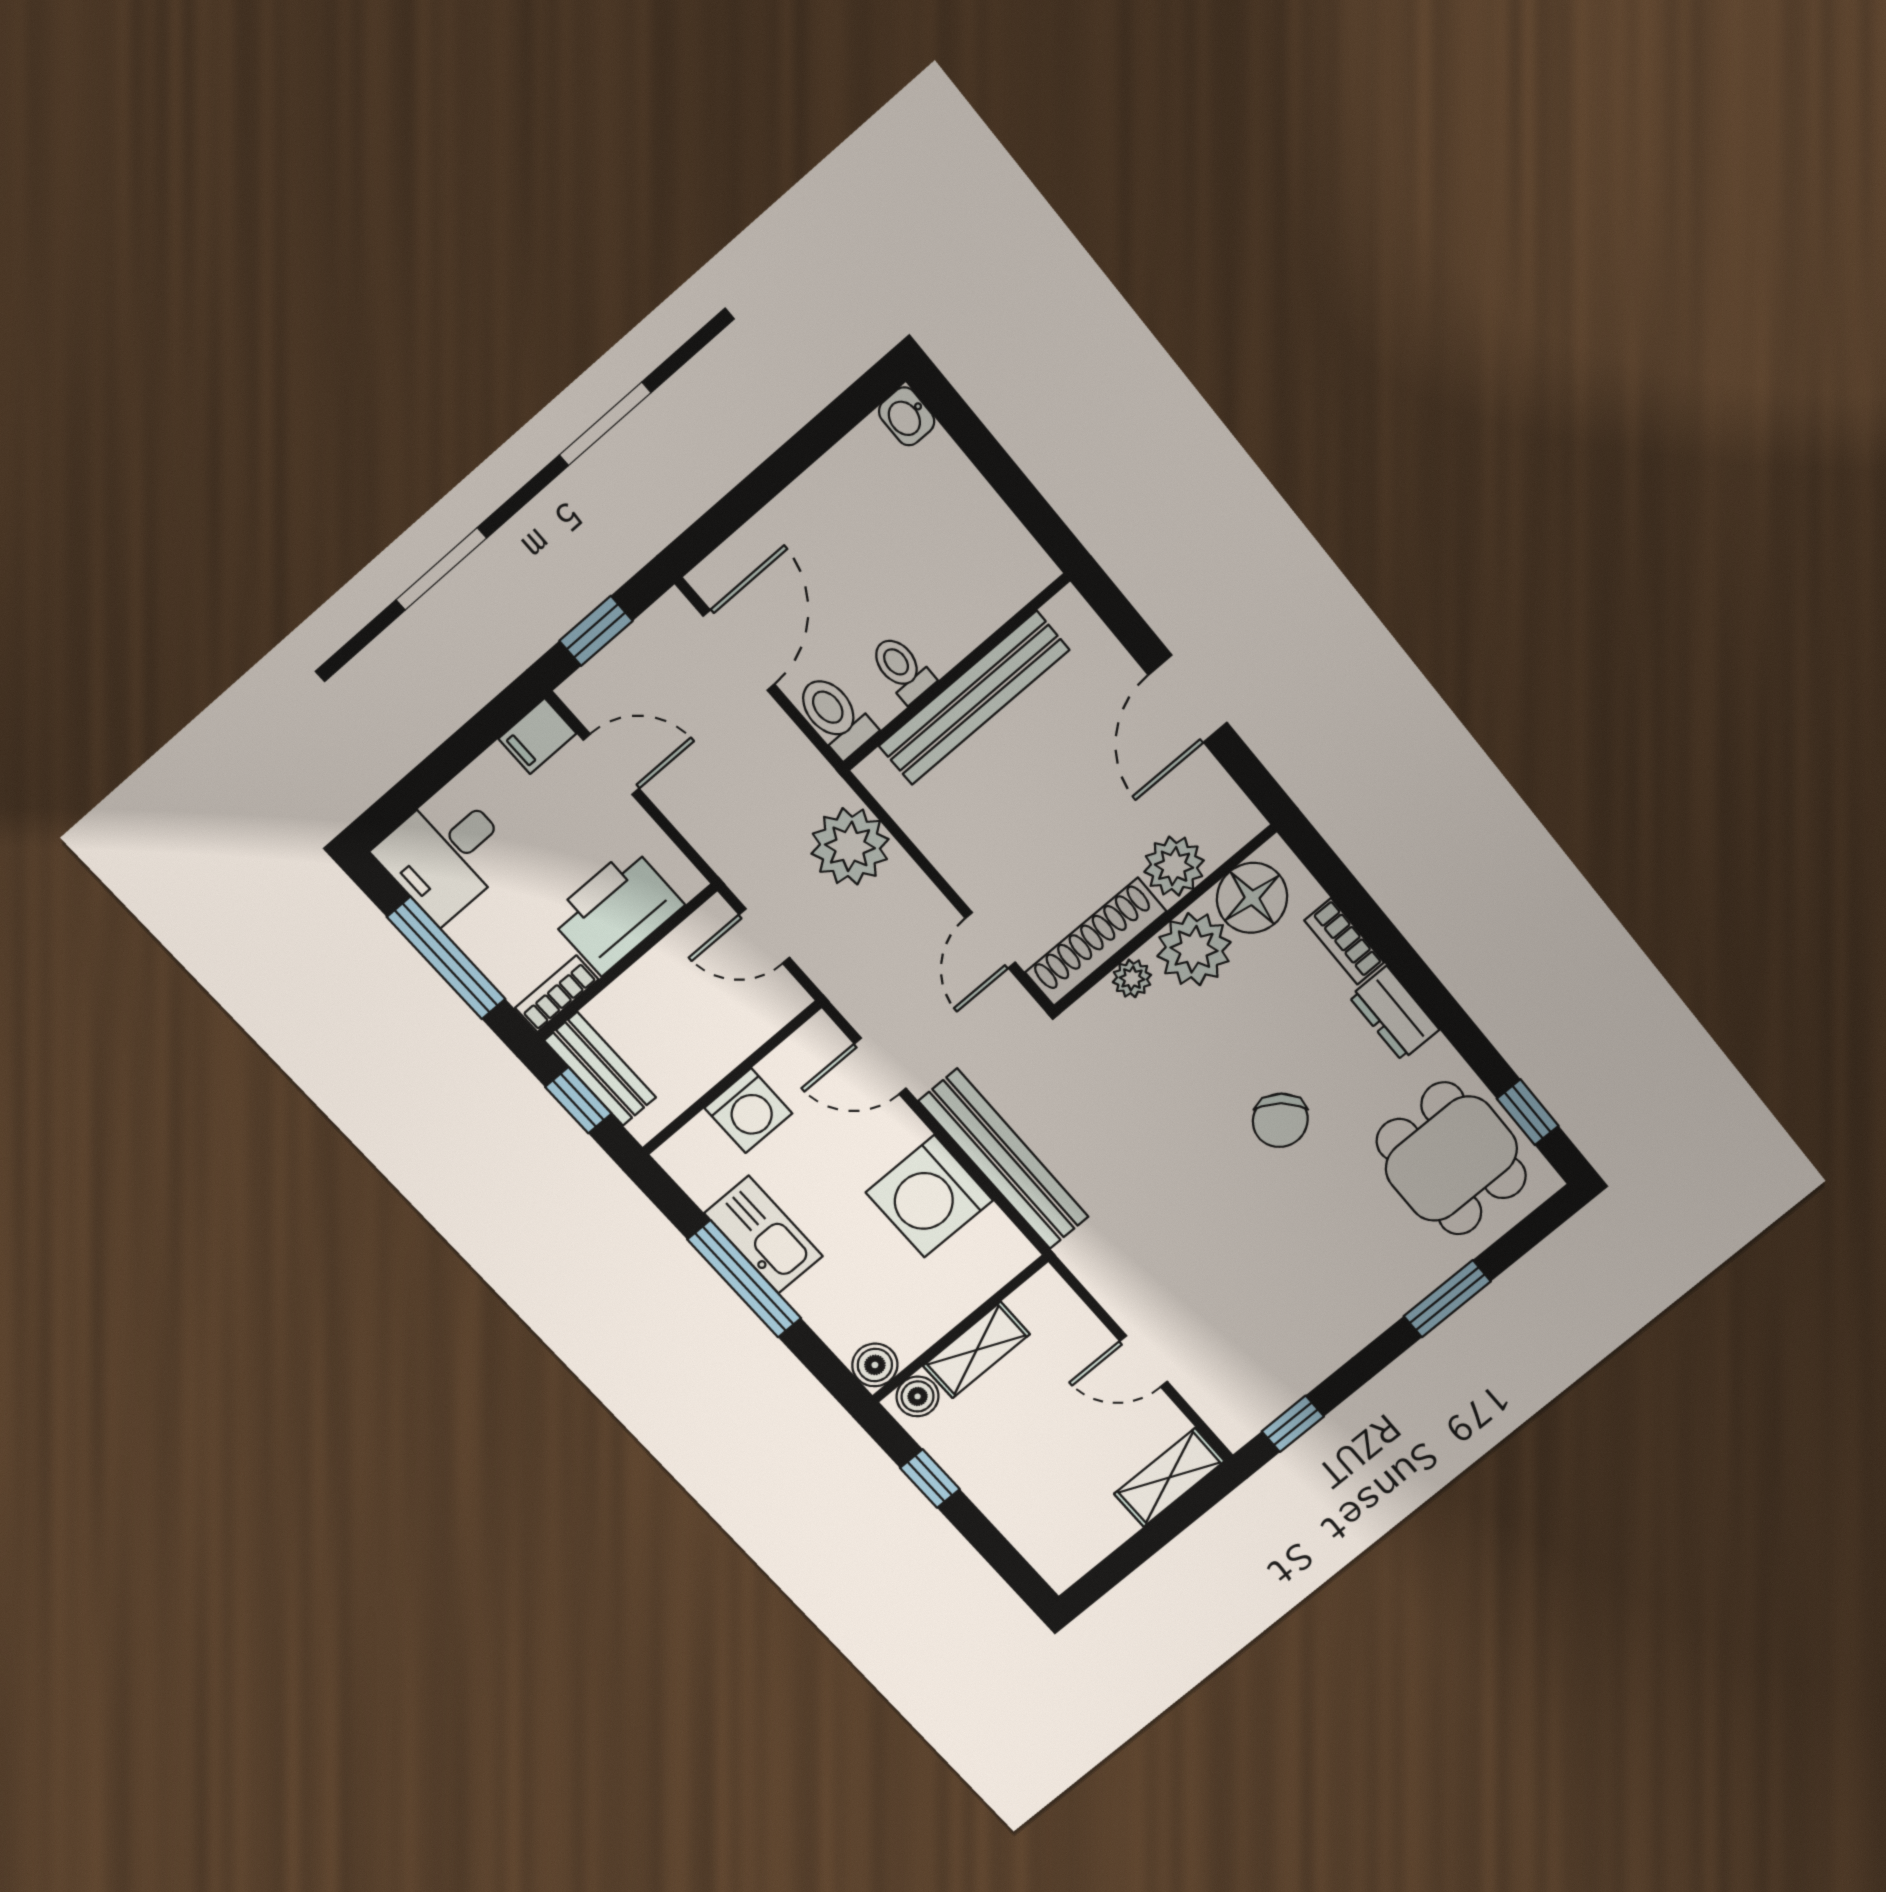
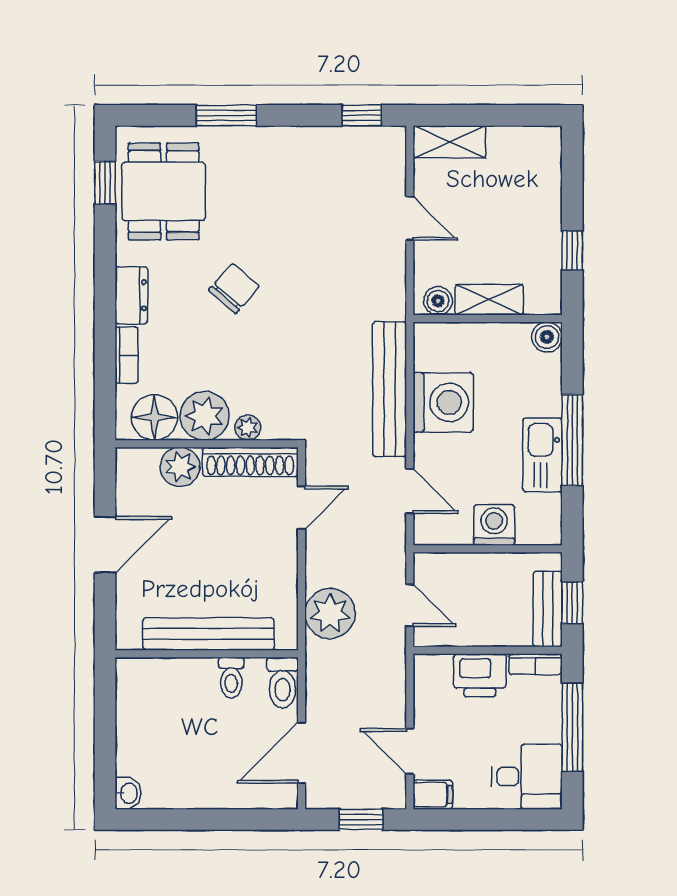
printer: (616, 911) -> (480, 675), width x0.73, depth x0.84
boiler: (918, 1396) -> (438, 301), moved

